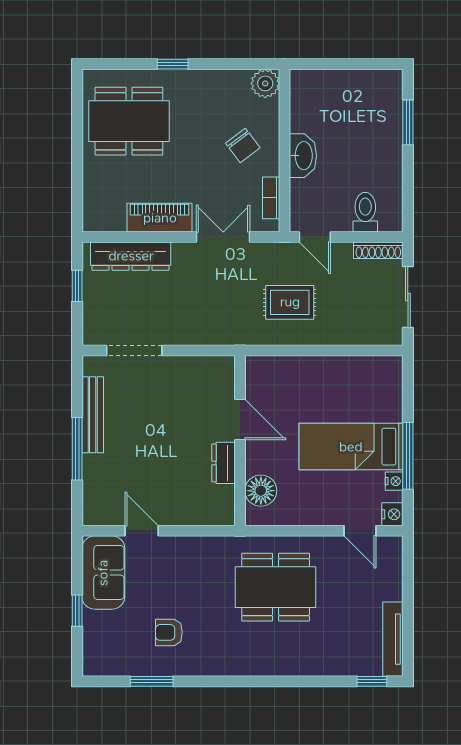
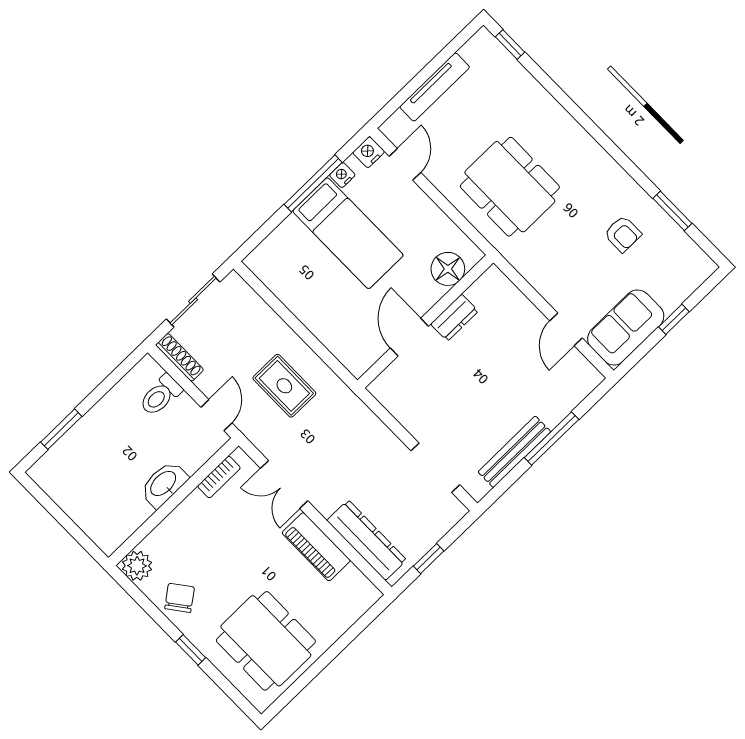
chair: (243, 145) -> (180, 598), moved
tv unit: (393, 639) -> (435, 87), moved

